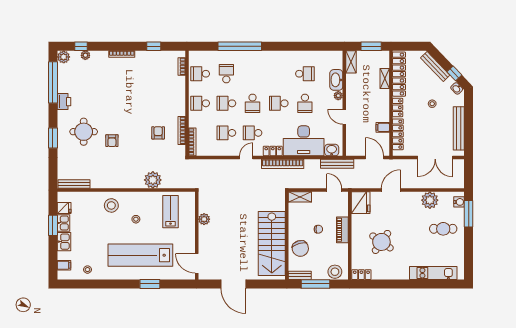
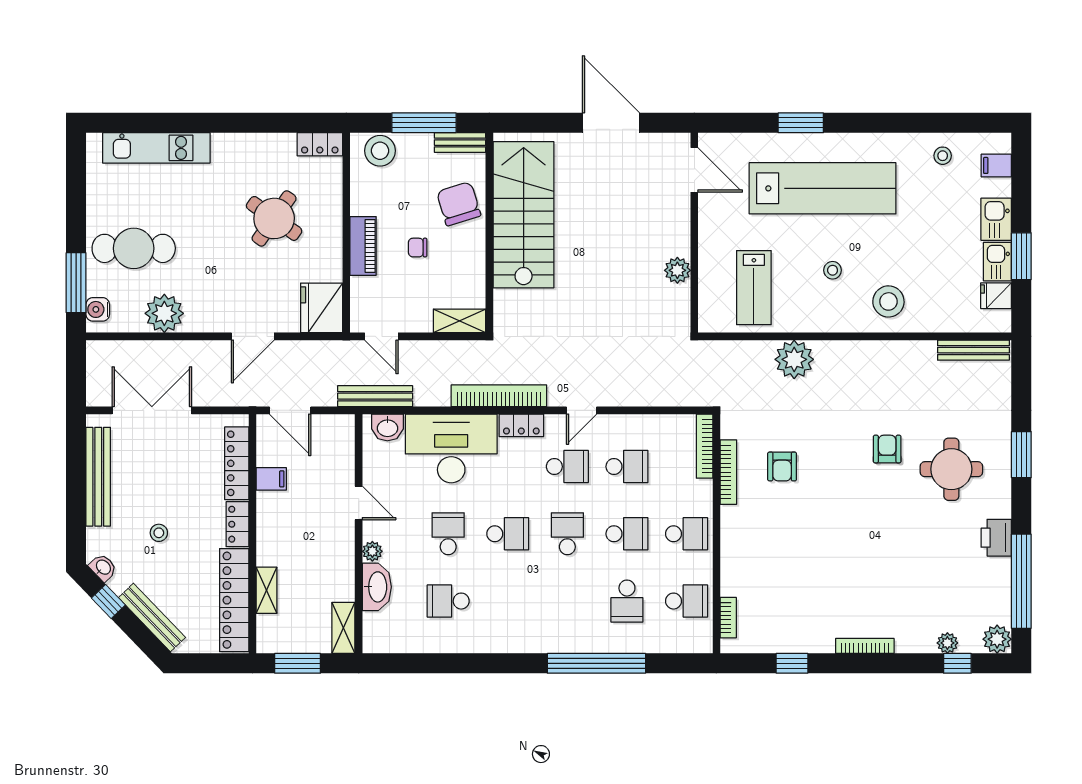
cafe table: (443, 229) -> (134, 248), width x1.37, depth x1.35

